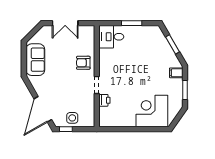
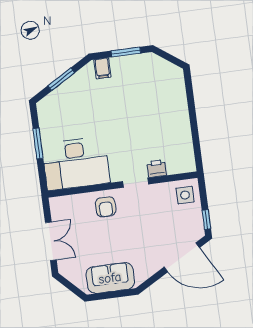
desk: (111, 37) -> (76, 163), width x1.87, depth x1.30
corner desk: (152, 111) -> (163, 97), removed
side table: (72, 118) -> (185, 195), moved

